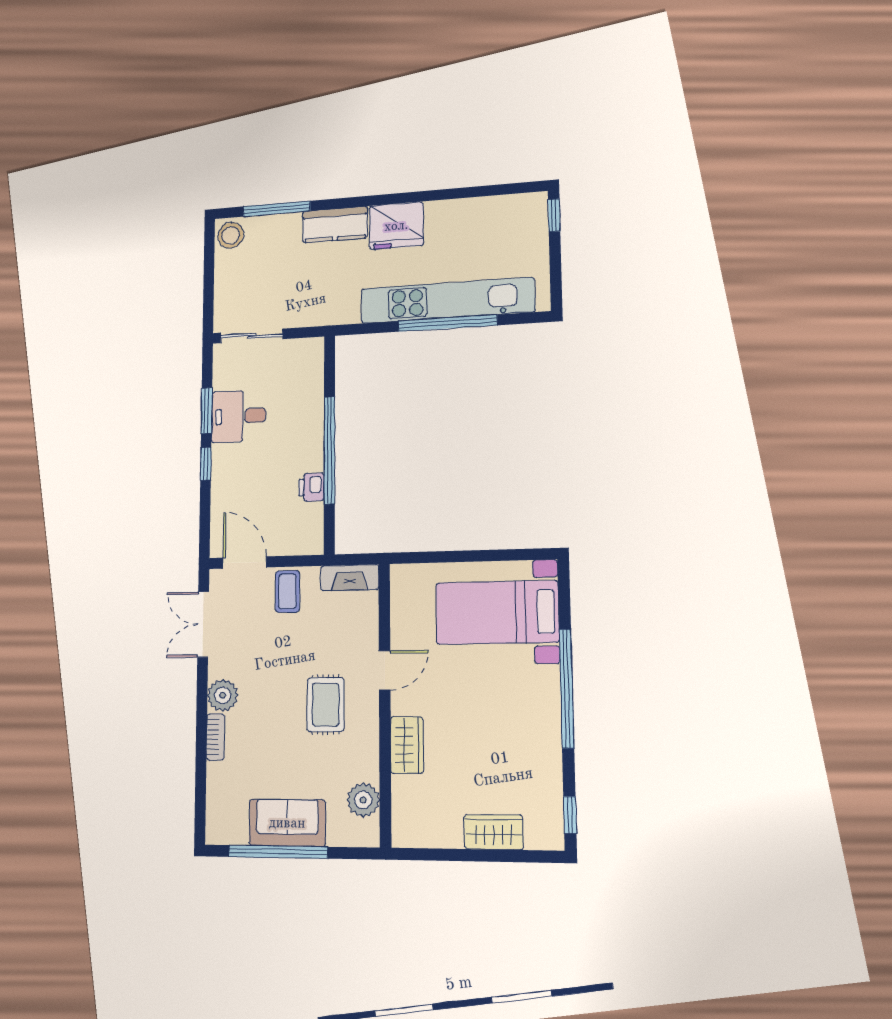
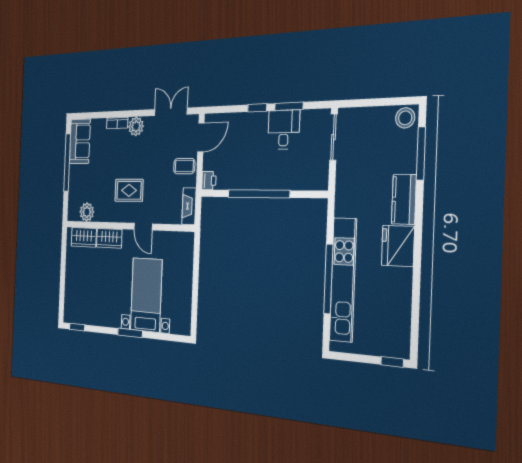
printer: (311, 487) -> (209, 181), moved, turned 90
bed with nightstands: (497, 612) -> (146, 295), moved
window: (567, 688) -> (130, 333), width x0.47
sofa: (287, 823) -> (80, 141), moved
wardrobe: (494, 832) -> (84, 237), moved, turned 90

